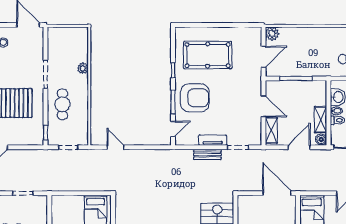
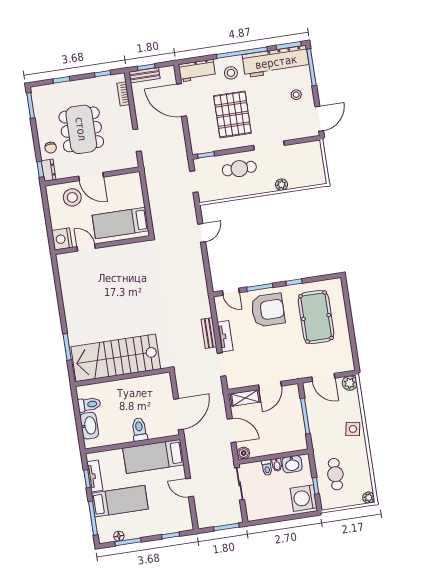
side table: (314, 37) -> (353, 429), added
armchair: (195, 98) -> (268, 310), turned -90
shelving: (321, 120) -> (265, 449), removed

